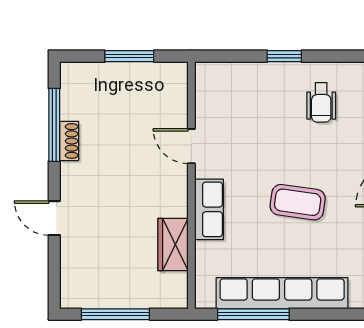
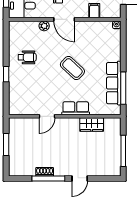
window: (54, 125) -> (48, 179), moved
coffee table: (298, 202) -> (72, 68), turned -55
row of seats: (282, 293) -> (114, 83), width x0.73

